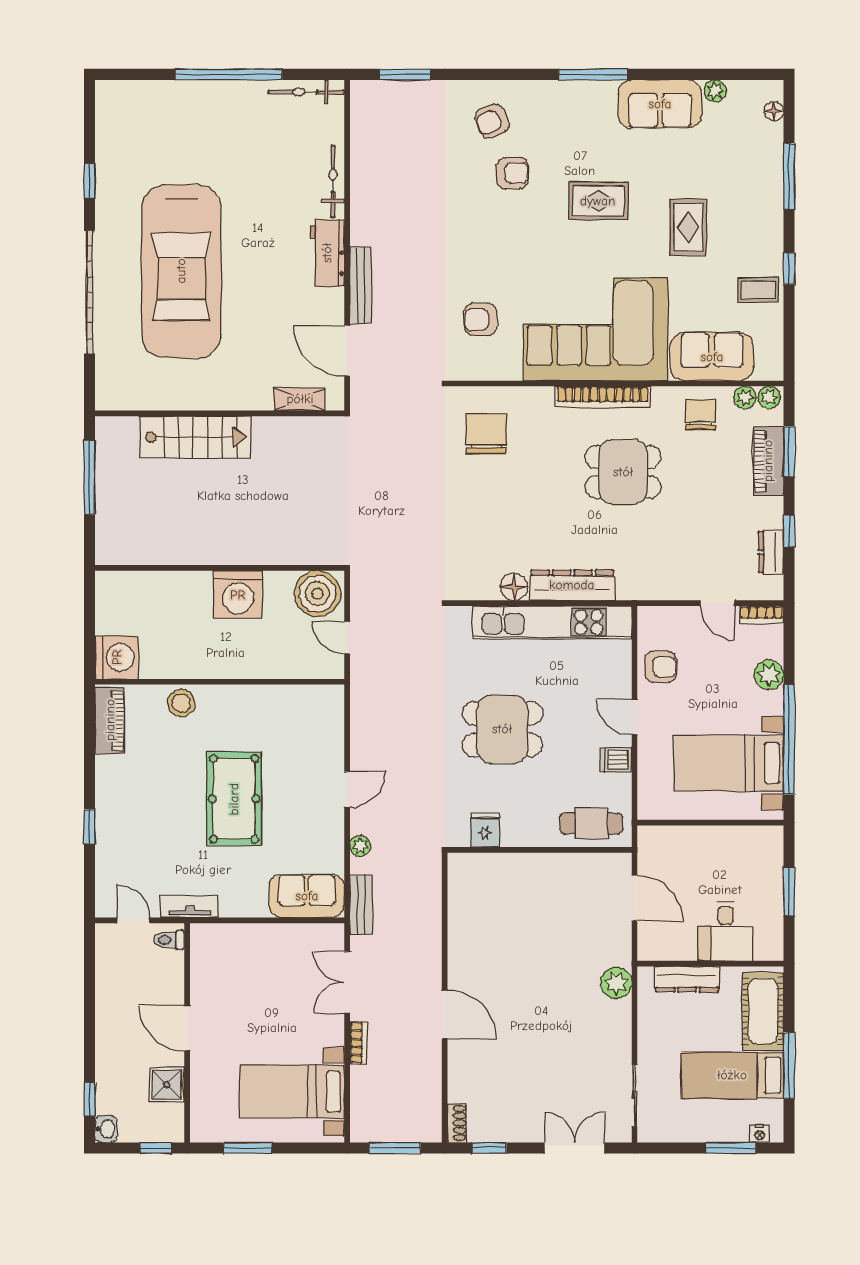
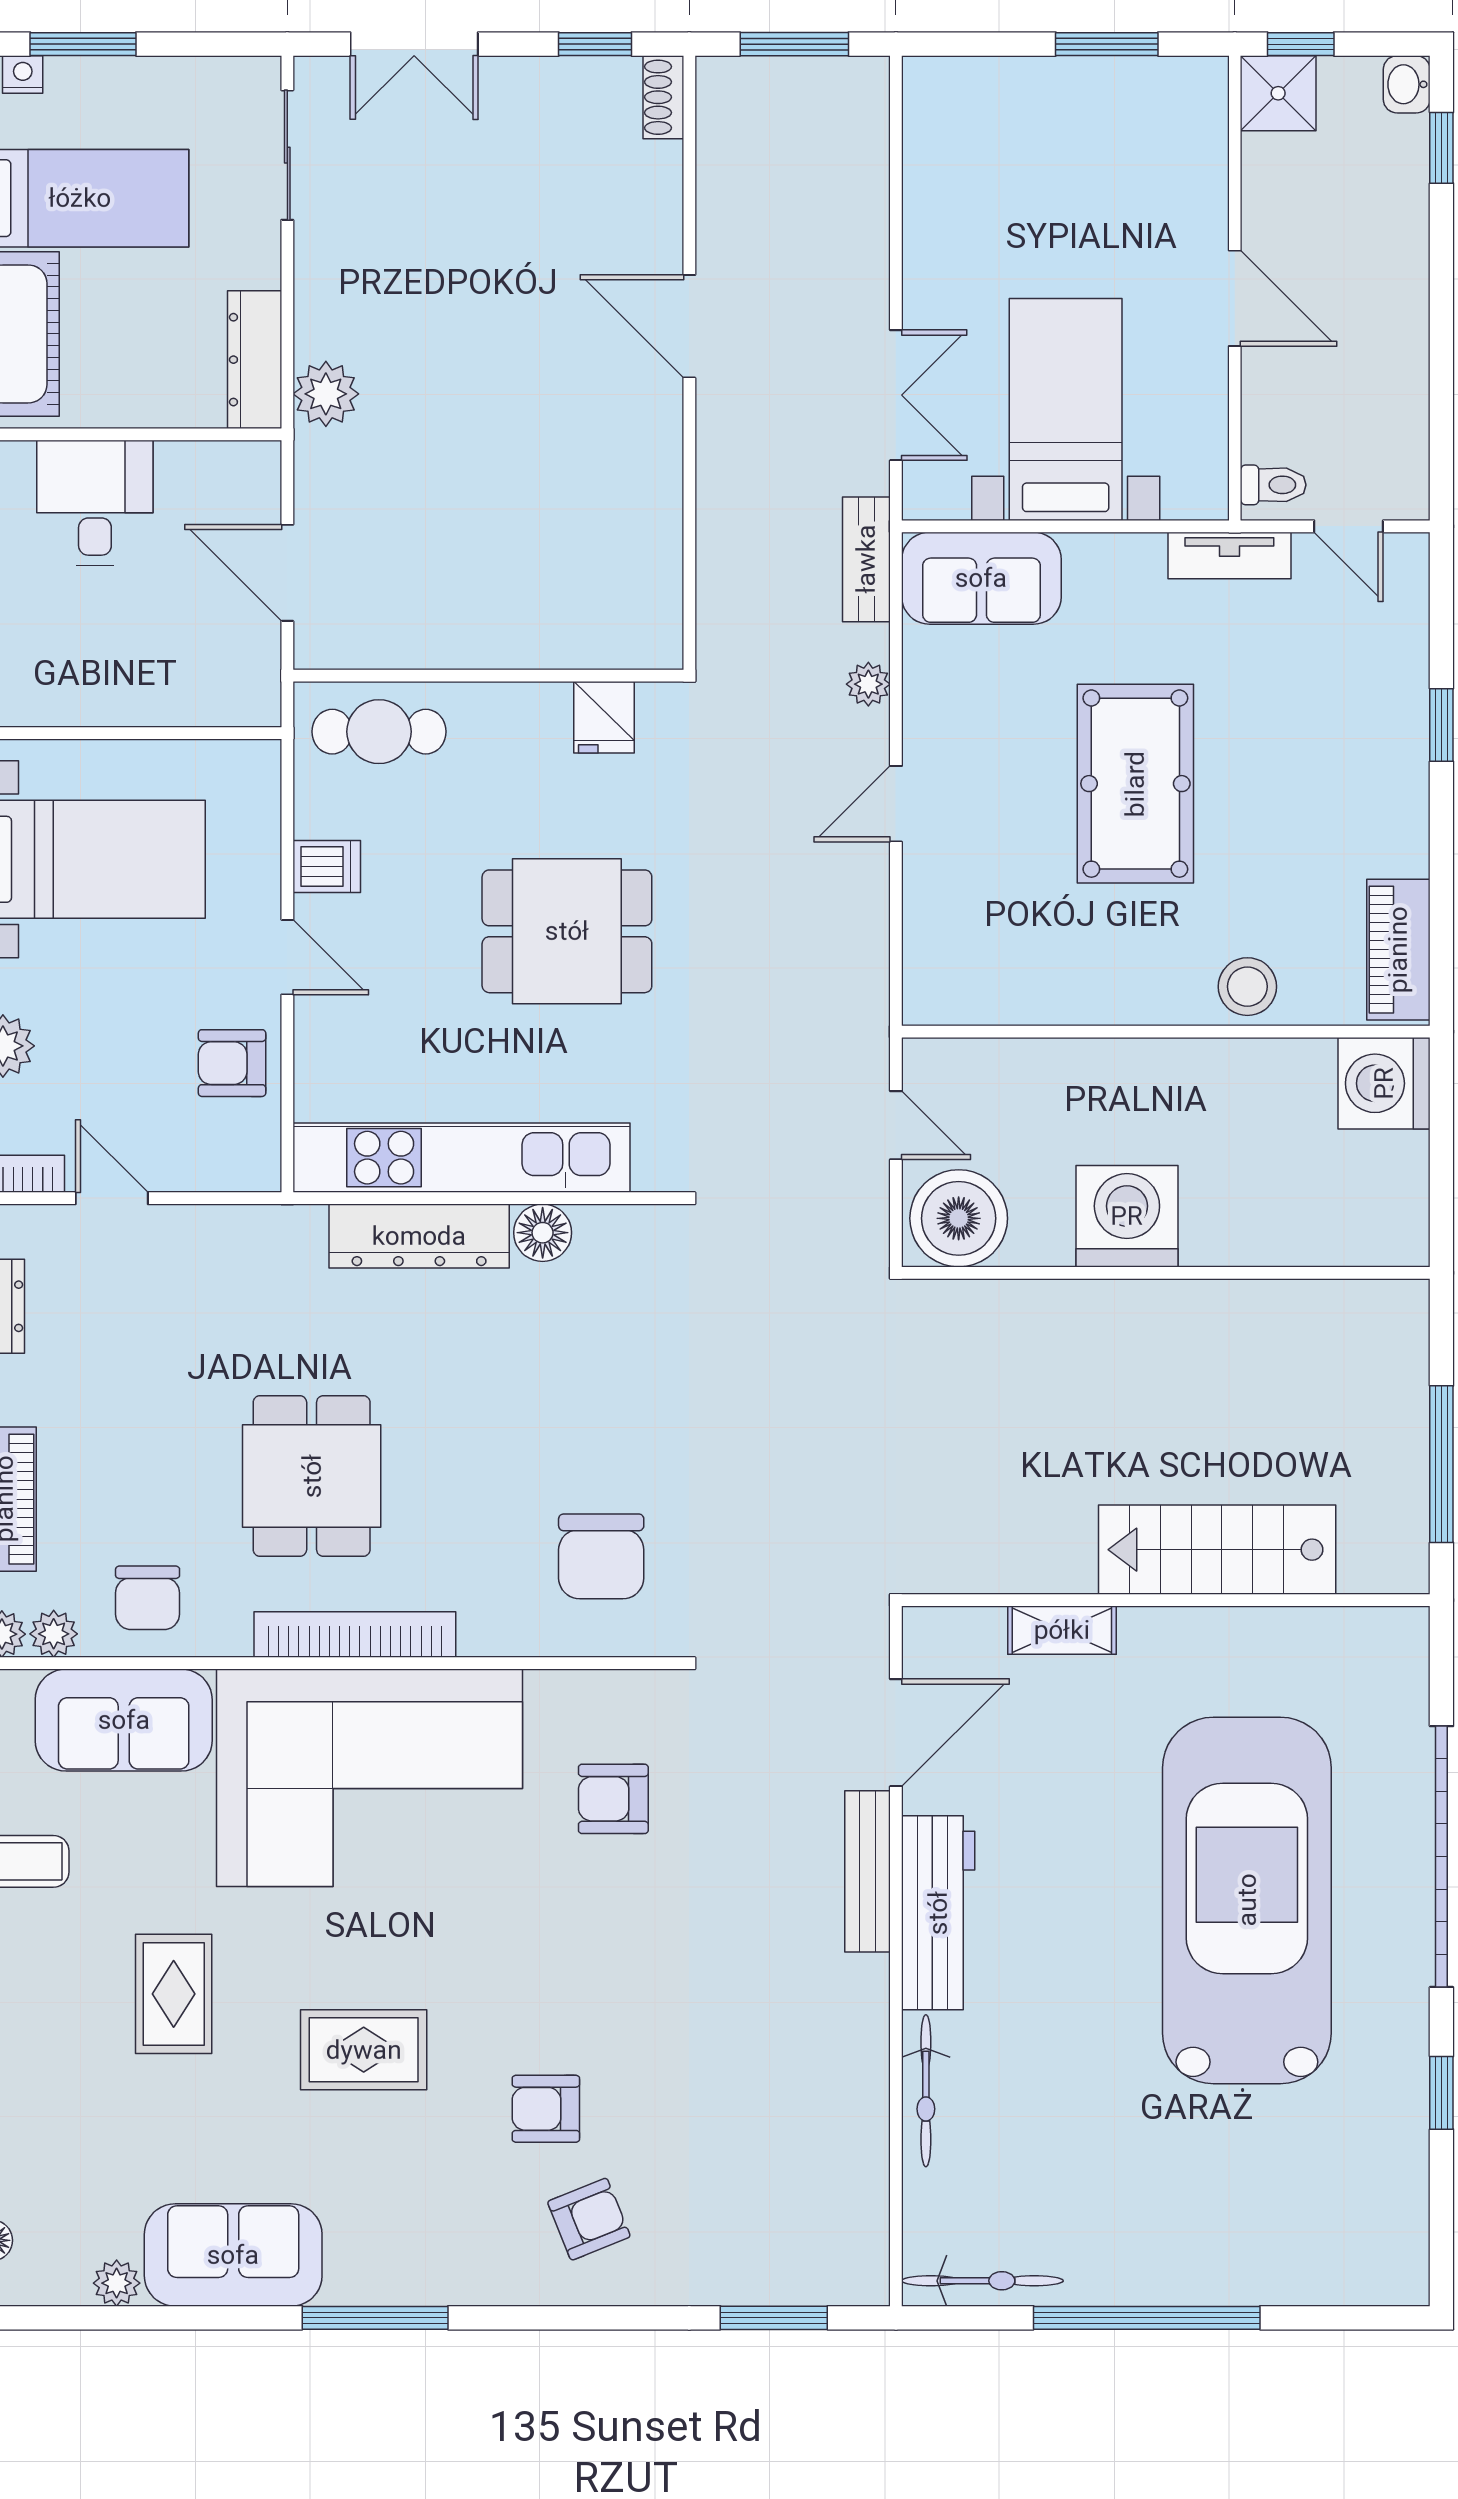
workbench: (327, 253) -> (938, 1913), width x1.38
armchair: (481, 319) -> (613, 1799), turned 180
door: (347, 351) -> (896, 1733), hinge flipped
shelving: (300, 399) -> (1062, 1630), moved
dining table: (623, 472) -> (312, 1476), turned 90
dresser: (687, 979) -> (255, 360), moved, turned -90
bookcase: (358, 1043) -> (872, 267), removed
shower: (167, 1084) -> (1278, 93), moved
bed with nightstands: (292, 1092) -> (1066, 410), moved, turned -90

